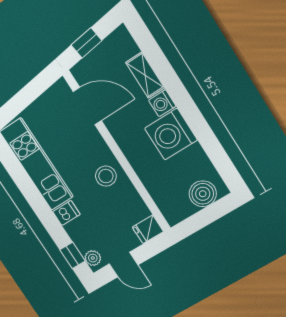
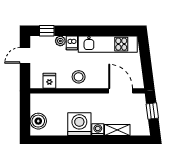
door: (87, 106) -> (121, 91), swing flipped
fridge: (148, 229) -> (49, 81), moved
plant: (93, 258) -> (60, 41), moved

